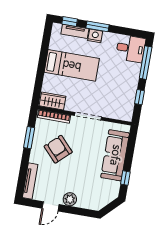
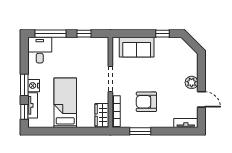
armchair: (58, 149) -> (146, 102), turned 43
sofa: (115, 155) -> (137, 47), width x0.73
tv unit: (30, 181) -> (186, 123), width x0.71

